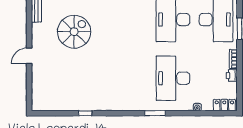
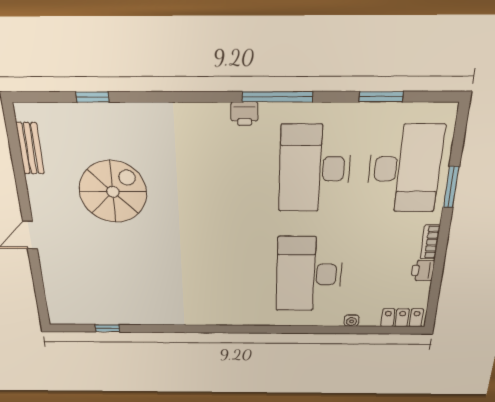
window: (85, 113) -> (107, 328), moved
window: (155, 113) -> (273, 329), removed

